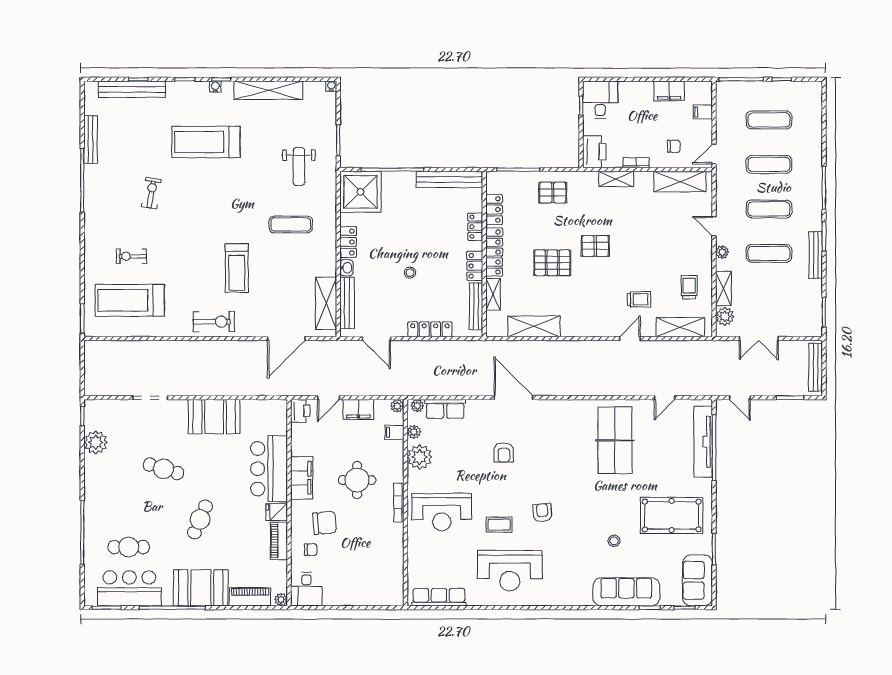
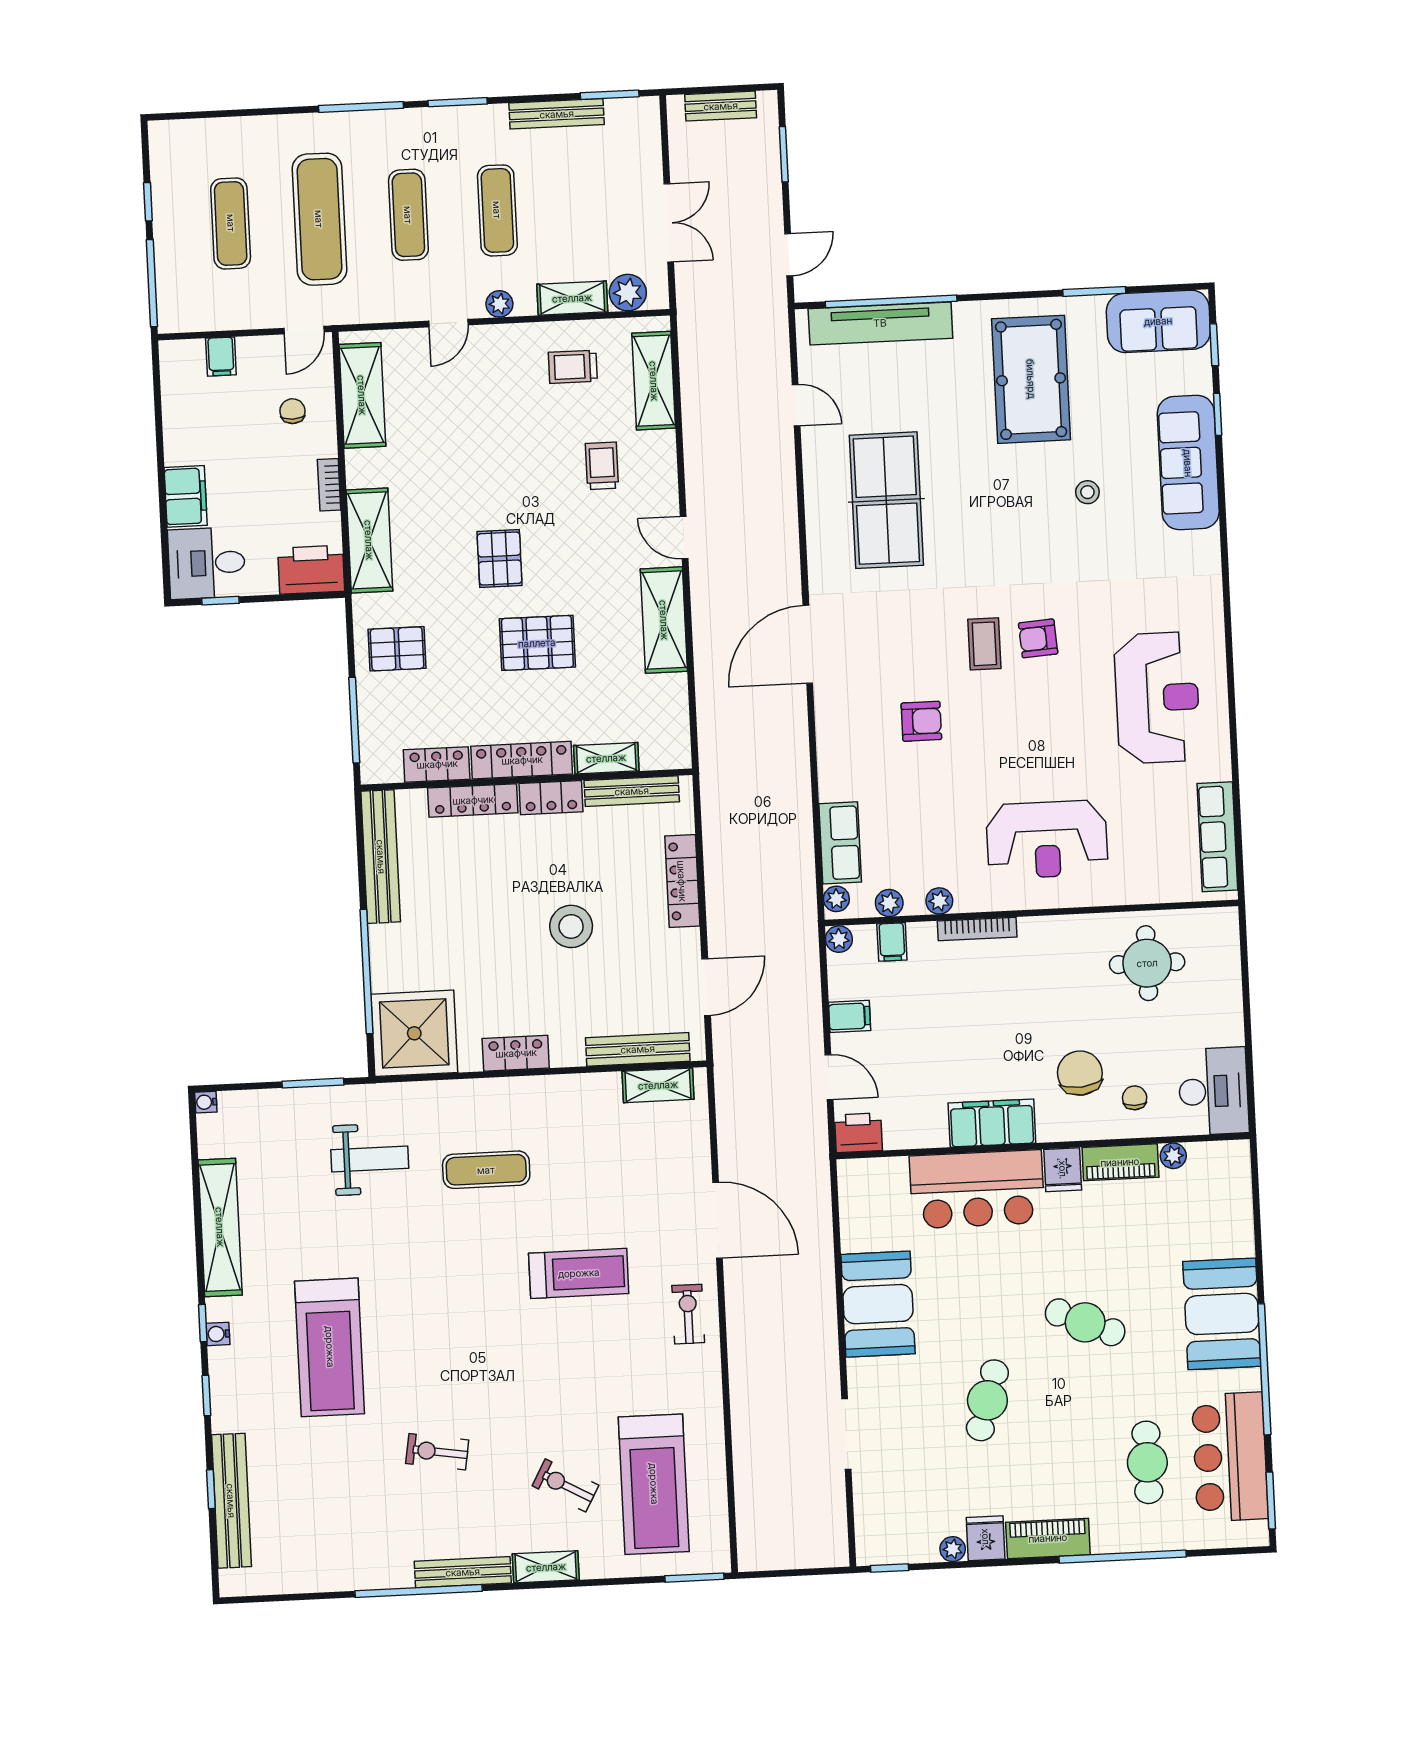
filing cabinet: (669, 91) -> (186, 496), moved
bench: (91, 140) -> (463, 1572), moved
door: (714, 154) -> (304, 330), hinge flipped
exercise mat: (769, 164) -> (319, 219), width x1.36, depth x1.45
shelving: (616, 179) -> (369, 540), width x1.50, depth x1.33
pallet: (553, 193) -> (397, 649), turned 90
exercise mat: (291, 224) -> (486, 1170), turned 90
locker: (475, 227) -> (473, 800), width x1.53
shelving: (91, 244) -> (546, 1567), added
bench: (816, 255) -> (557, 114), moved
exercise bike: (131, 256) -> (565, 1485), turned 119
pallet: (552, 263) -> (537, 643), turned 90
washbasin: (346, 268) -> (567, 1054), removed
stool: (410, 273) -> (571, 926), width x1.89, depth x1.89
shelving: (326, 303) -> (658, 1085), width x0.67, depth x0.75
exercise bike: (214, 322) -> (688, 1314), width x0.73, depth x0.72
shelving: (534, 326) -> (664, 620), moved
door: (286, 339) -> (717, 1220), moved
door: (630, 339) -> (684, 538), moved
bench: (816, 367) -> (721, 106), width x0.73
door: (513, 398) -> (808, 644), moved
filing cabinet: (358, 409) -> (850, 1016), width x0.50
table tennis table: (615, 440) -> (886, 500), turned 90
plant: (96, 442) -> (953, 1549), width x0.53, depth x0.53
plant: (420, 457) -> (939, 901), width x0.53, depth x0.53
fridge: (95, 465) -> (986, 1538), added
round table: (357, 480) -> (1147, 963), moved
bookcase: (399, 503) -> (977, 929), moved
reception desk: (442, 512) -> (1047, 840), turned 90
coffee table: (499, 524) -> (984, 644), moved
desk: (306, 589) -> (1213, 1091), width x1.37
piano: (250, 597) -> (1048, 1538), moved, turned 90
plant: (281, 600) -> (1173, 1156), moved

